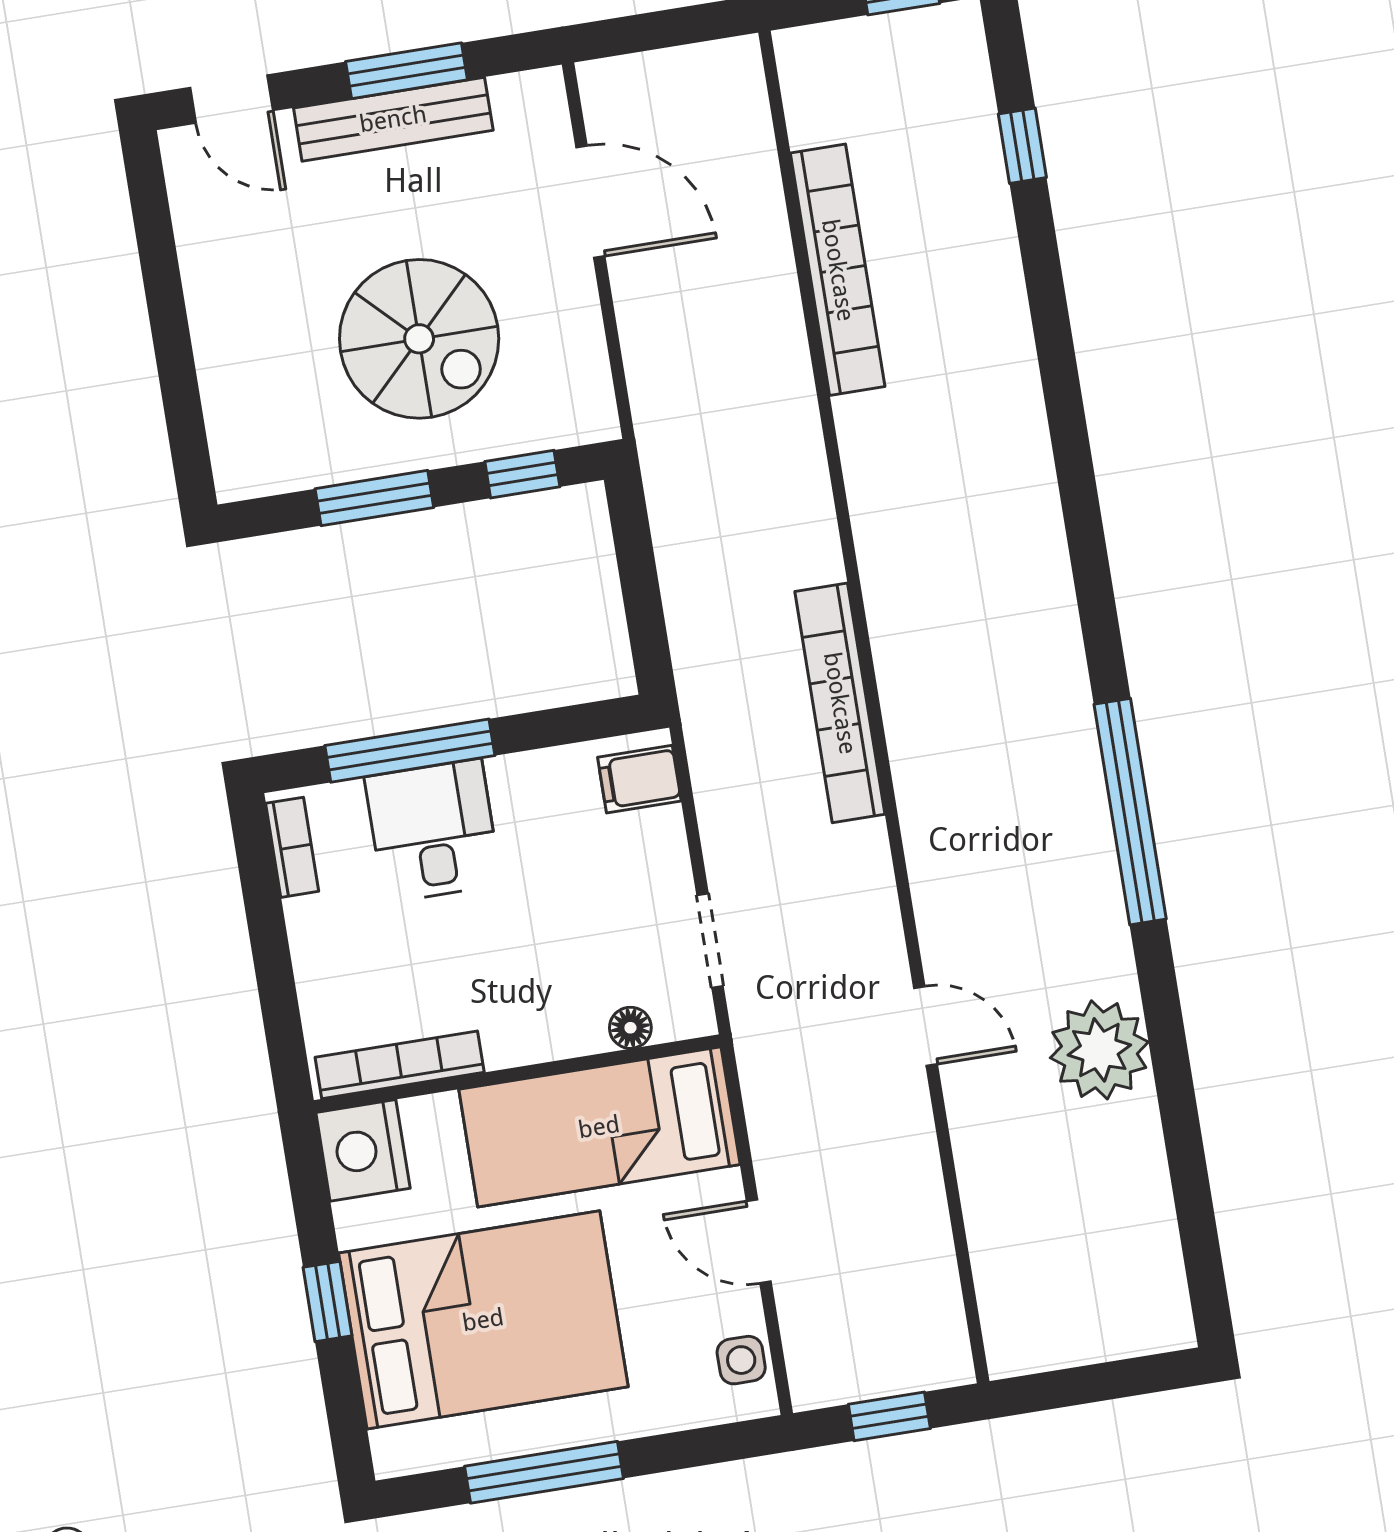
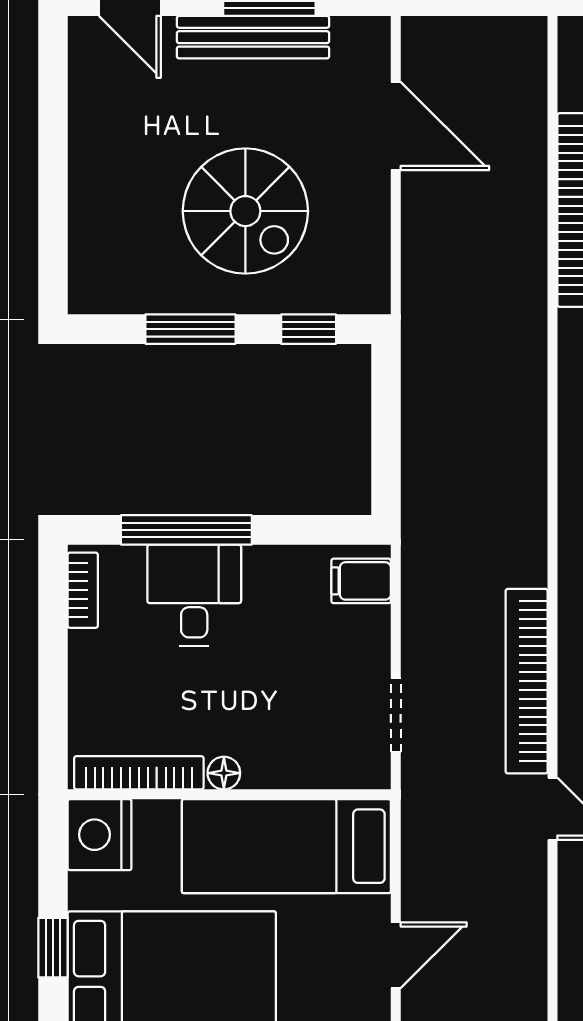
bookcase: (840, 703) -> (527, 681), moved
floor lamp: (630, 1028) -> (224, 773), moved
door: (759, 1241) -> (396, 955), swing flipped

